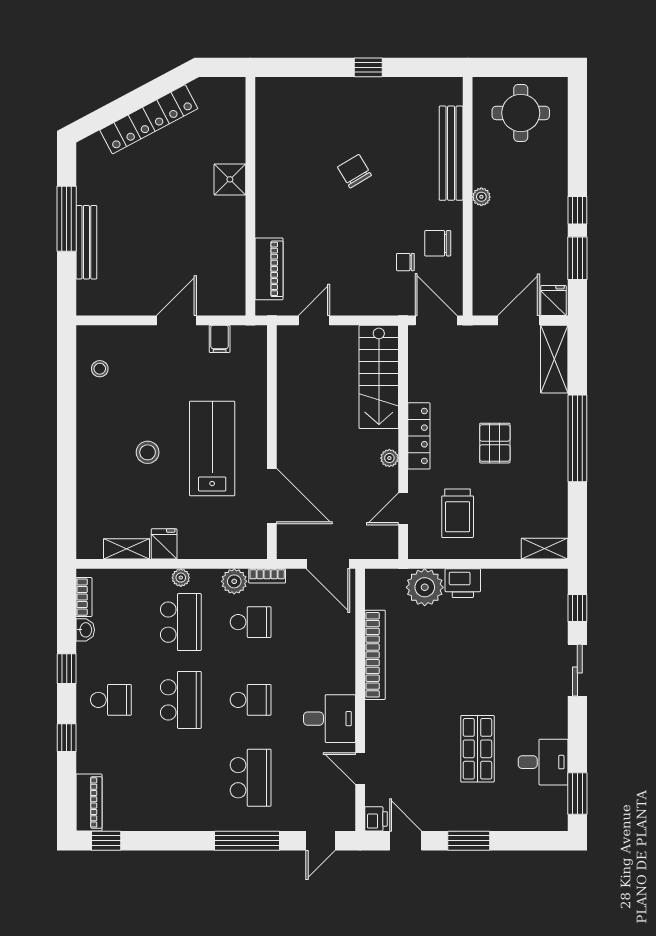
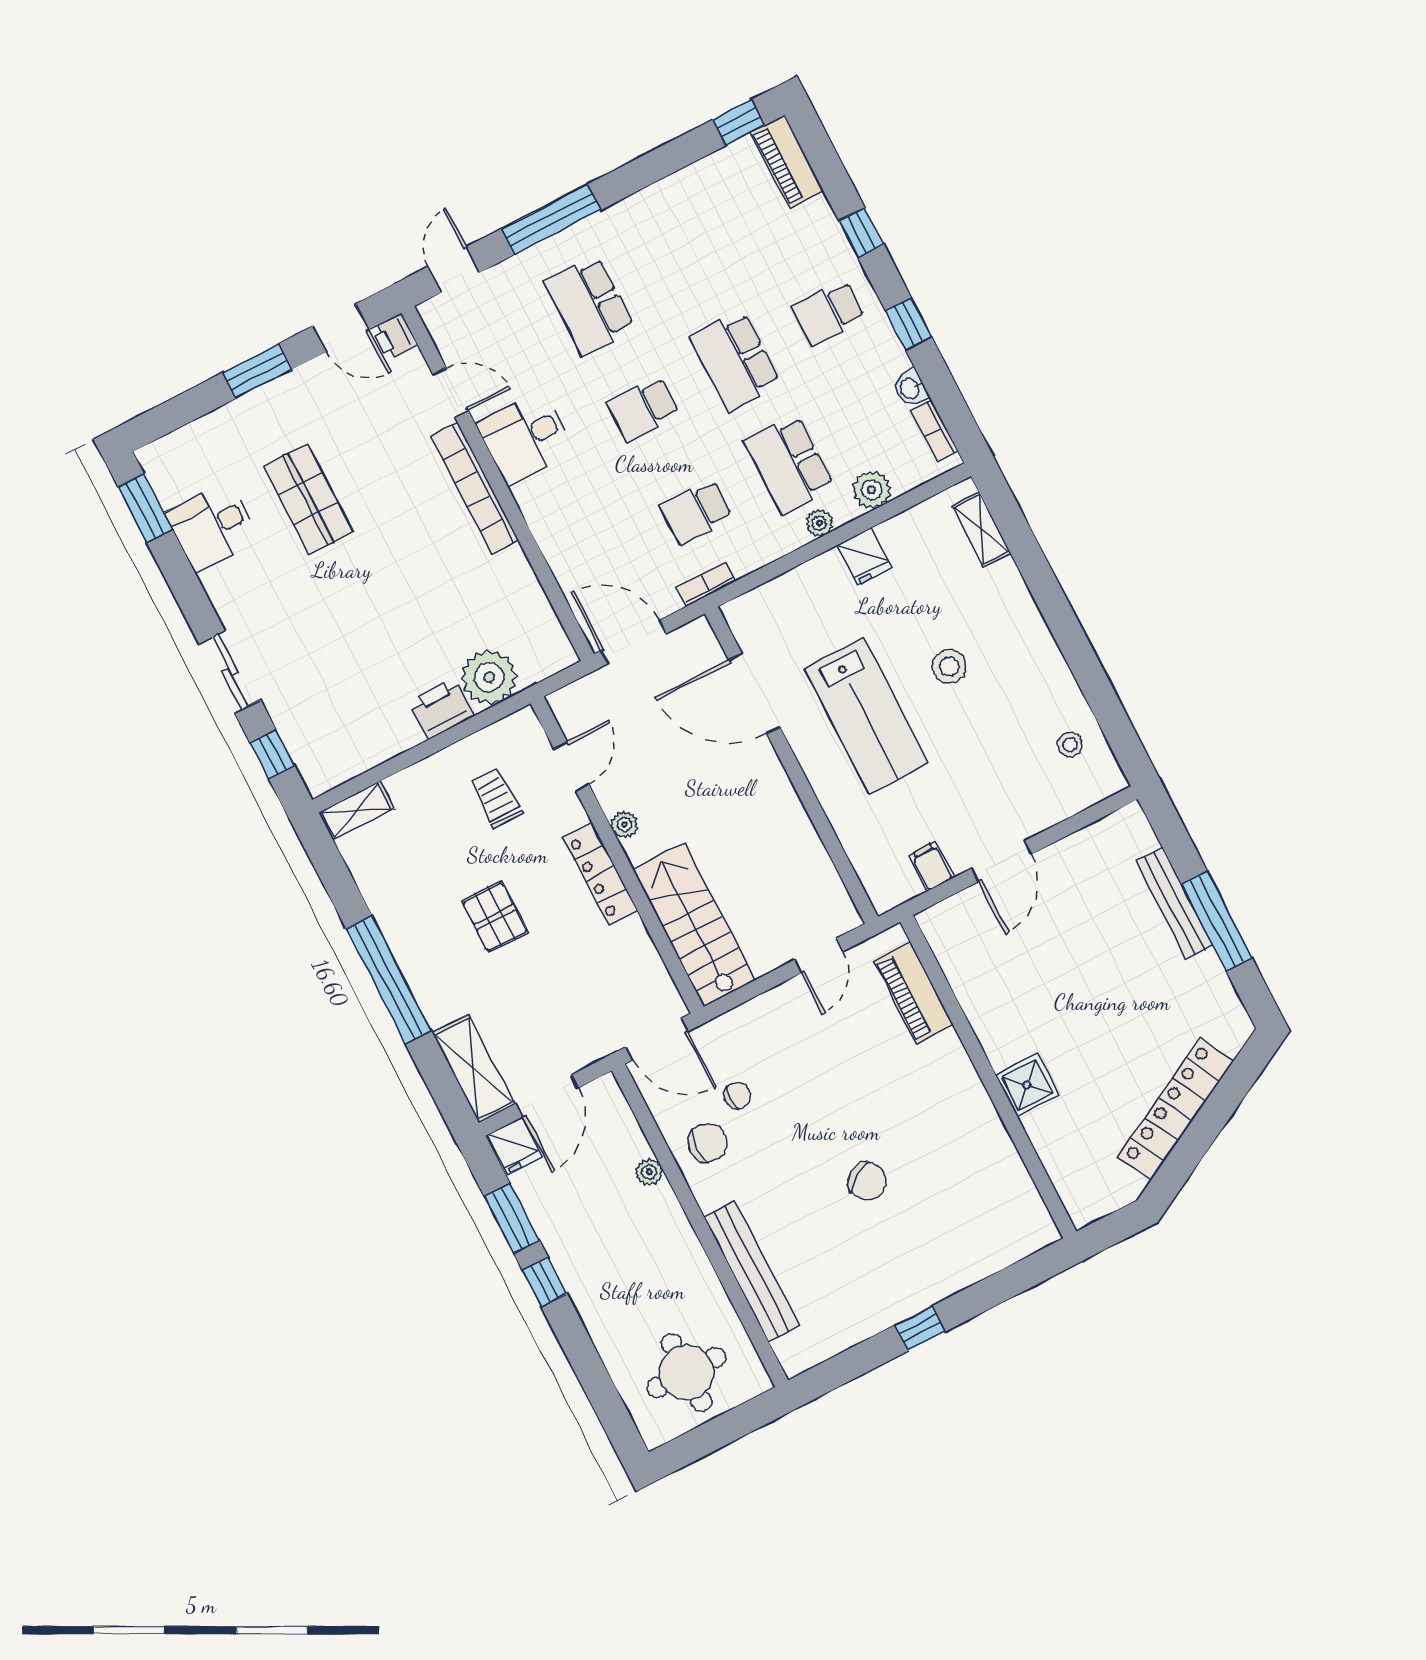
plant: (481, 197) -> (649, 1172), moved
trolley: (458, 513) -> (496, 798), width x0.73, depth x0.72
shelving: (127, 549) -> (981, 529), moved, turned 90
plant: (234, 581) -> (872, 490), moved
bookcase: (375, 655) -> (475, 488), moved

